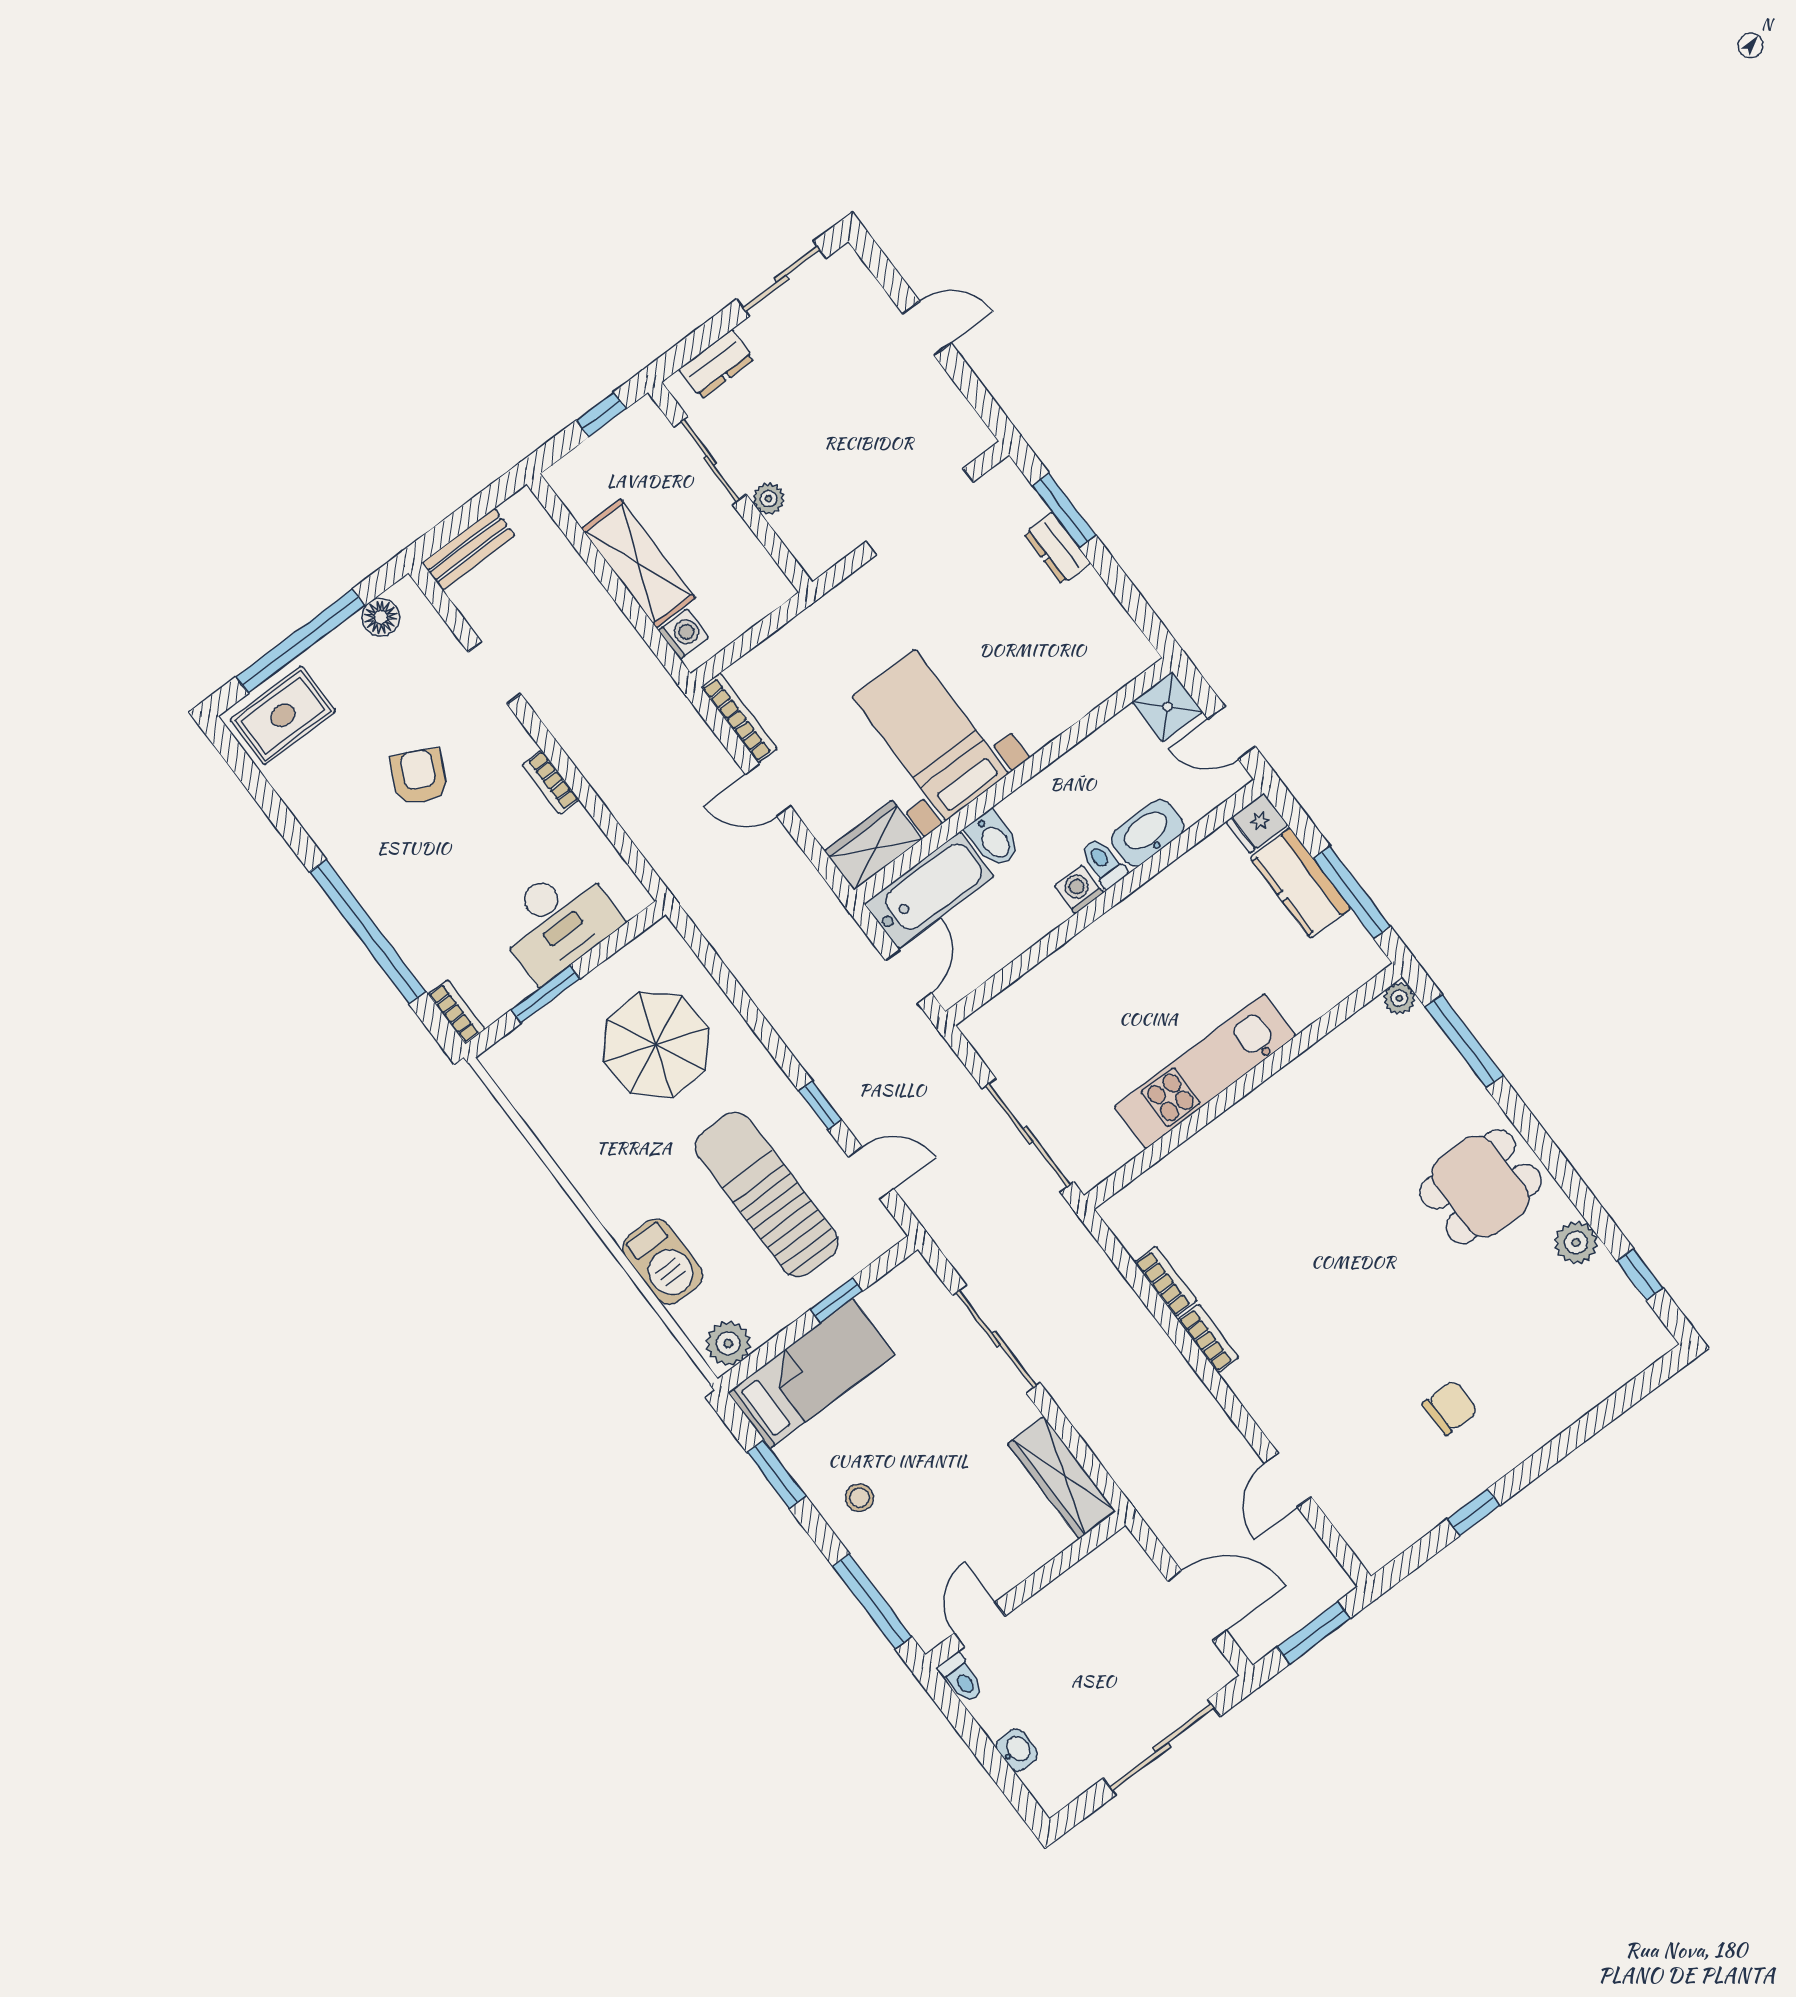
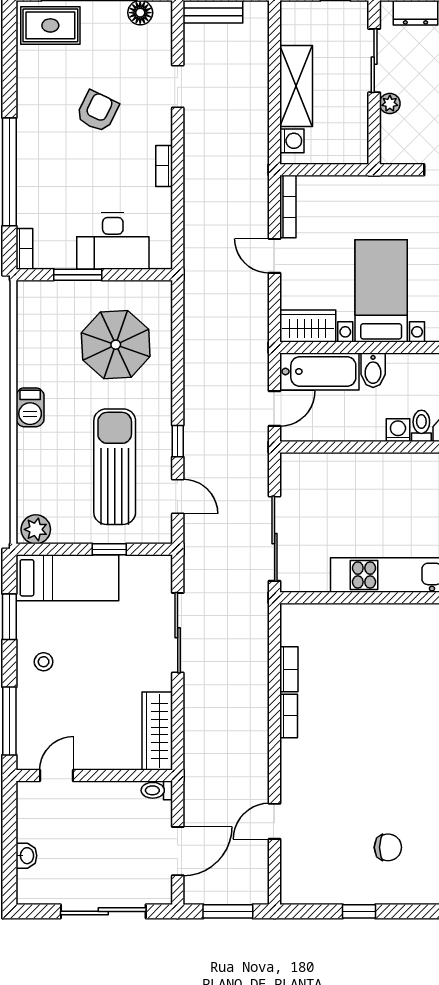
barbecue: (663, 1262) -> (30, 407), moved, width x0.73, depth x0.79
door: (1197, 1606) -> (178, 851), hinge flipped
toilet: (961, 1678) -> (157, 790), moved, turned 90

